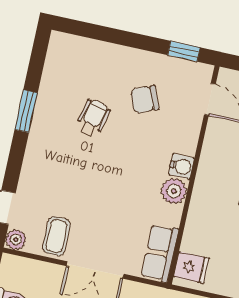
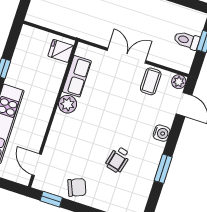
chair: (145, 99) -> (77, 187), moved
water cooler: (181, 166) -> (162, 133), moved, turned 180
row of seats: (160, 253) -> (77, 76), moved

